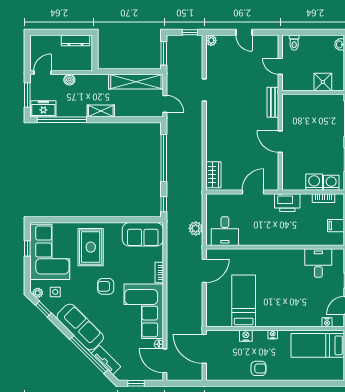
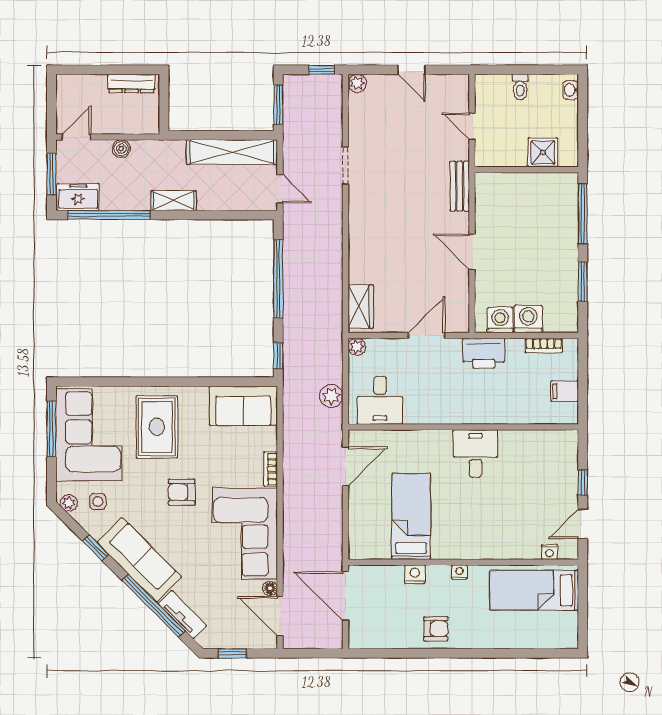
toilet: (294, 43) -> (520, 87), moved
washing machine: (331, 183) -> (500, 320), moved
plant: (211, 199) -> (357, 347), added
window: (27, 248) -> (51, 429), width x2.17
desk: (318, 263) -> (475, 453), moved
window: (43, 309) -> (95, 548), moved

